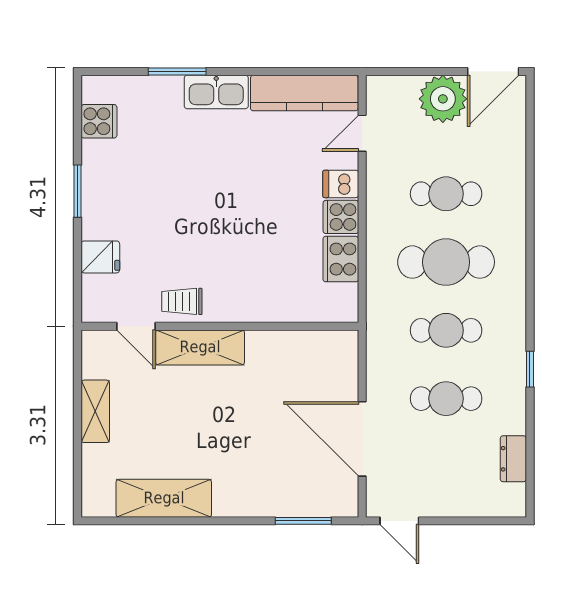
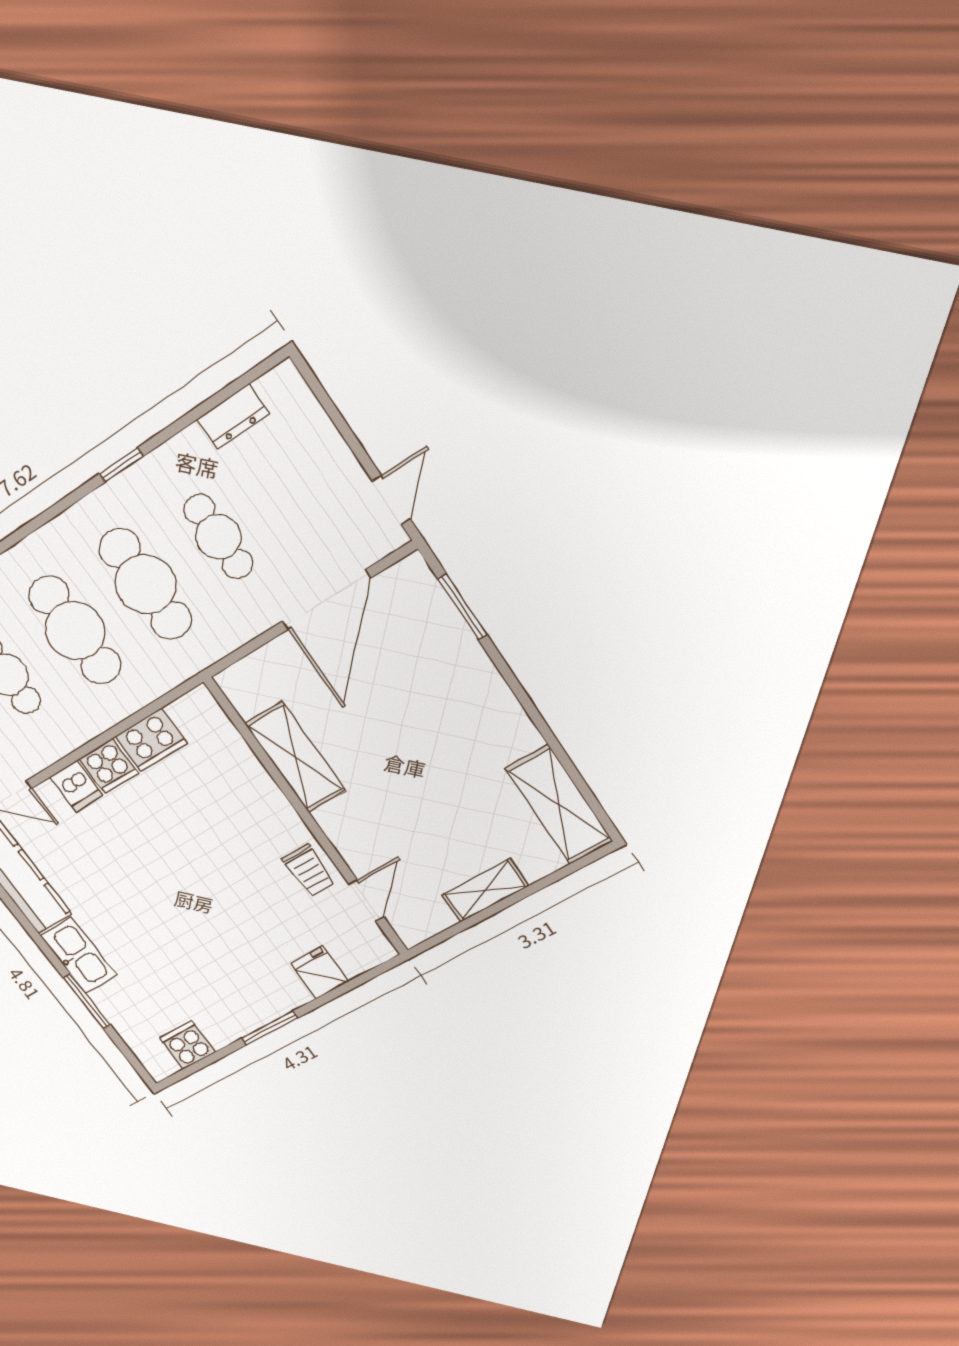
cafe table: (446, 330) -> (146, 584), width x1.37, depth x1.35
shelving: (200, 347) -> (295, 757), moved
shelving: (164, 498) -> (559, 805), moved

